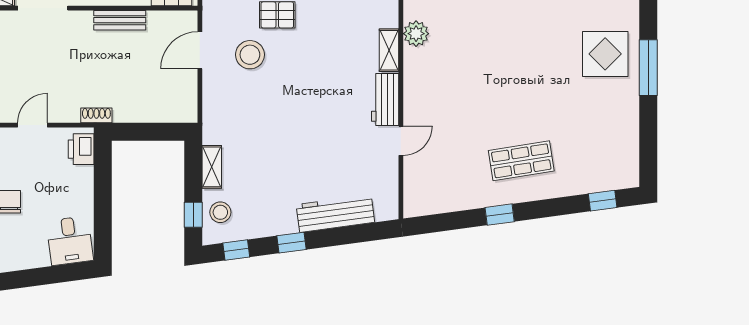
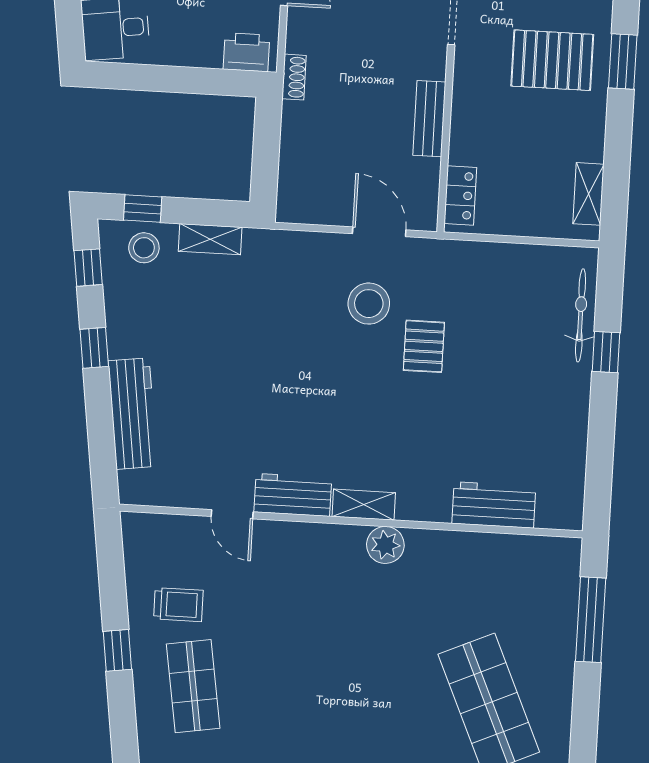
trolley: (466, 174) -> (178, 605), added

